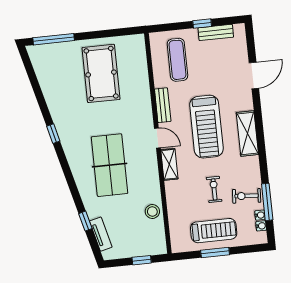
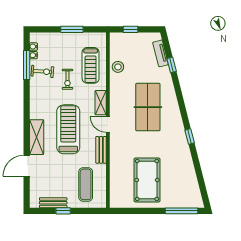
shelving: (247, 134) -> (37, 137), moved
treadmill: (214, 231) -> (91, 65), moved, turned -90

